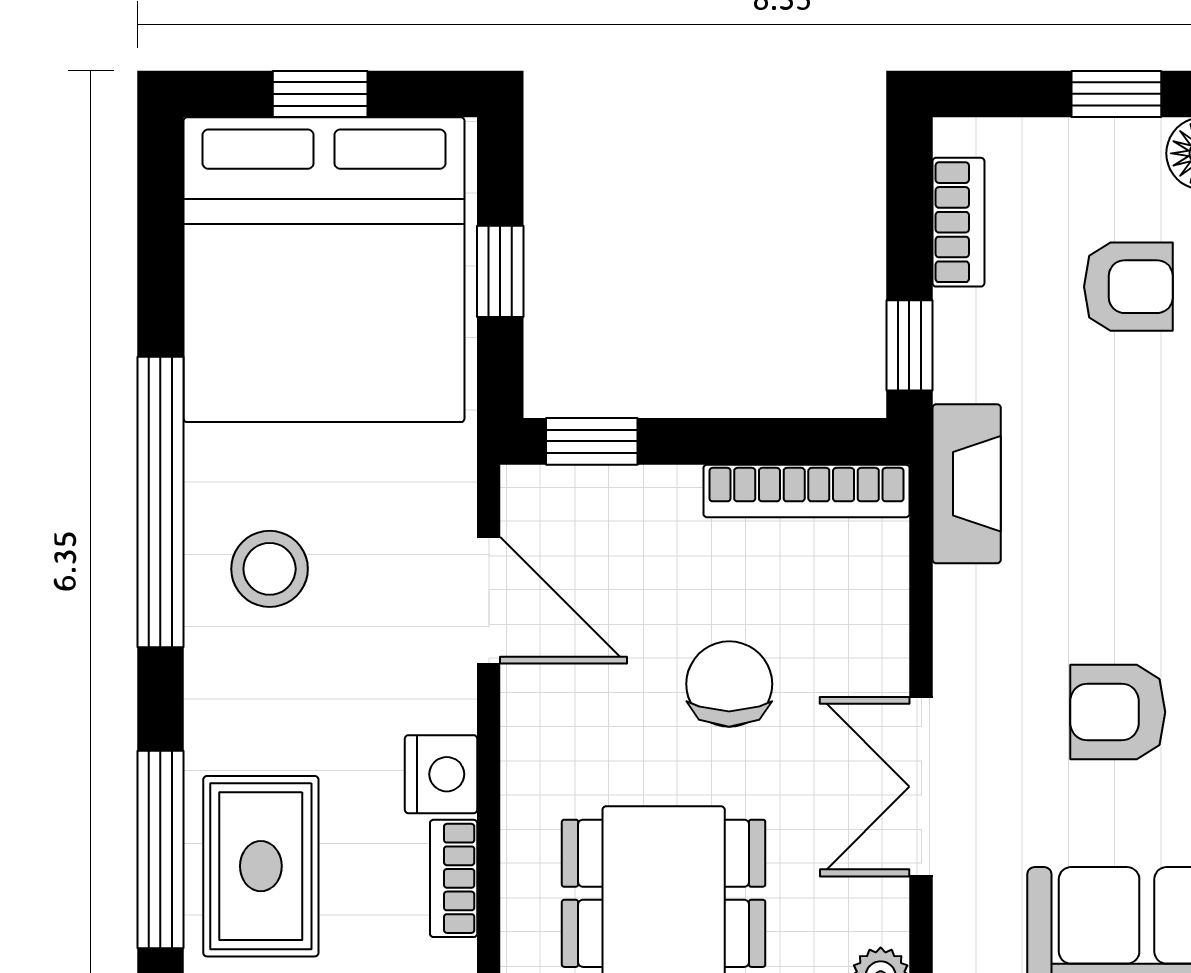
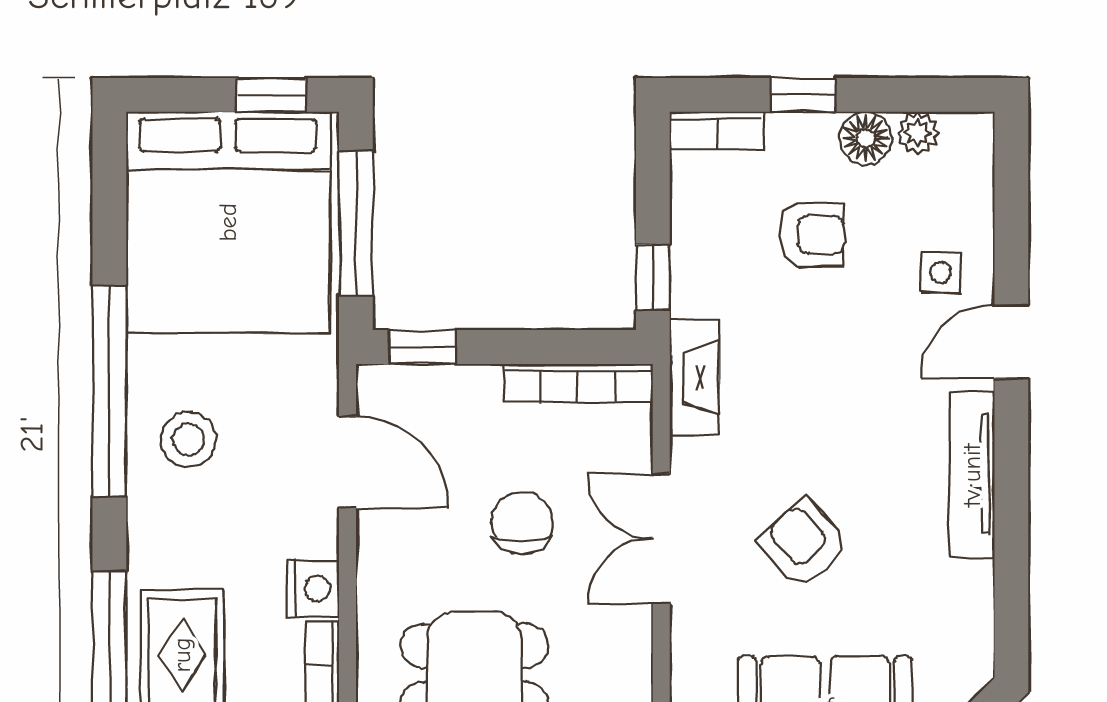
window: (320, 94) -> (271, 95), moved
bookcase: (958, 222) -> (717, 130), moved, turned 90
window: (500, 271) -> (356, 224), width x2.17
armchair: (1118, 712) -> (804, 543), turned 48
double door: (921, 787) -> (661, 539), moved

